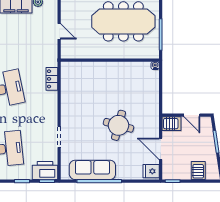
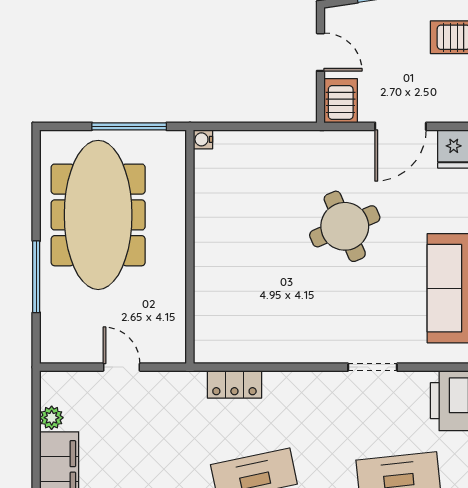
door: (59, 31) -> (122, 367), hinge flipped
door: (192, 115) -> (321, 52), hinge flipped
round table: (119, 125) -> (345, 226), turned -38

